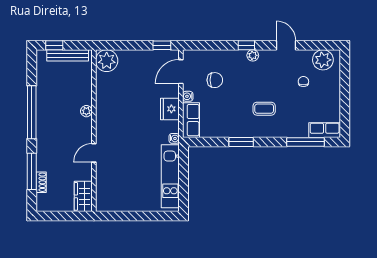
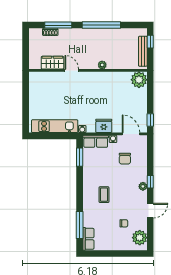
window: (241, 142) -> (80, 157), moved
wardrobe: (83, 196) -> (52, 63), moved

